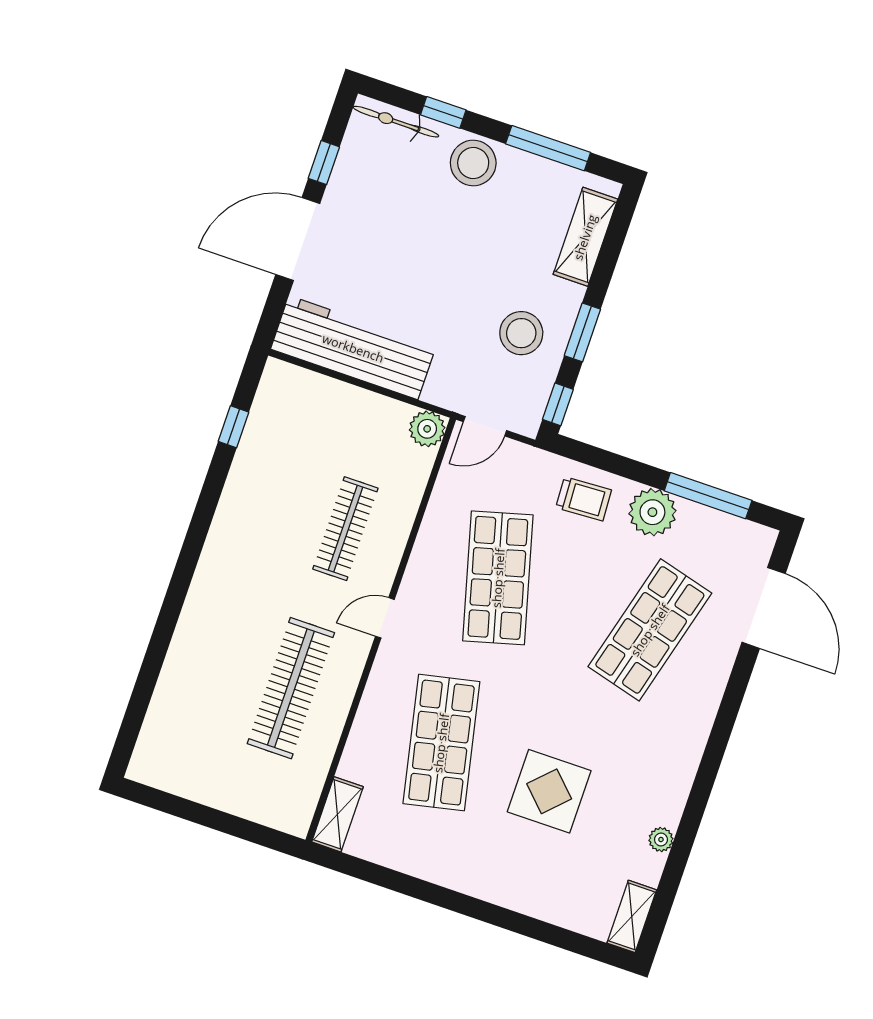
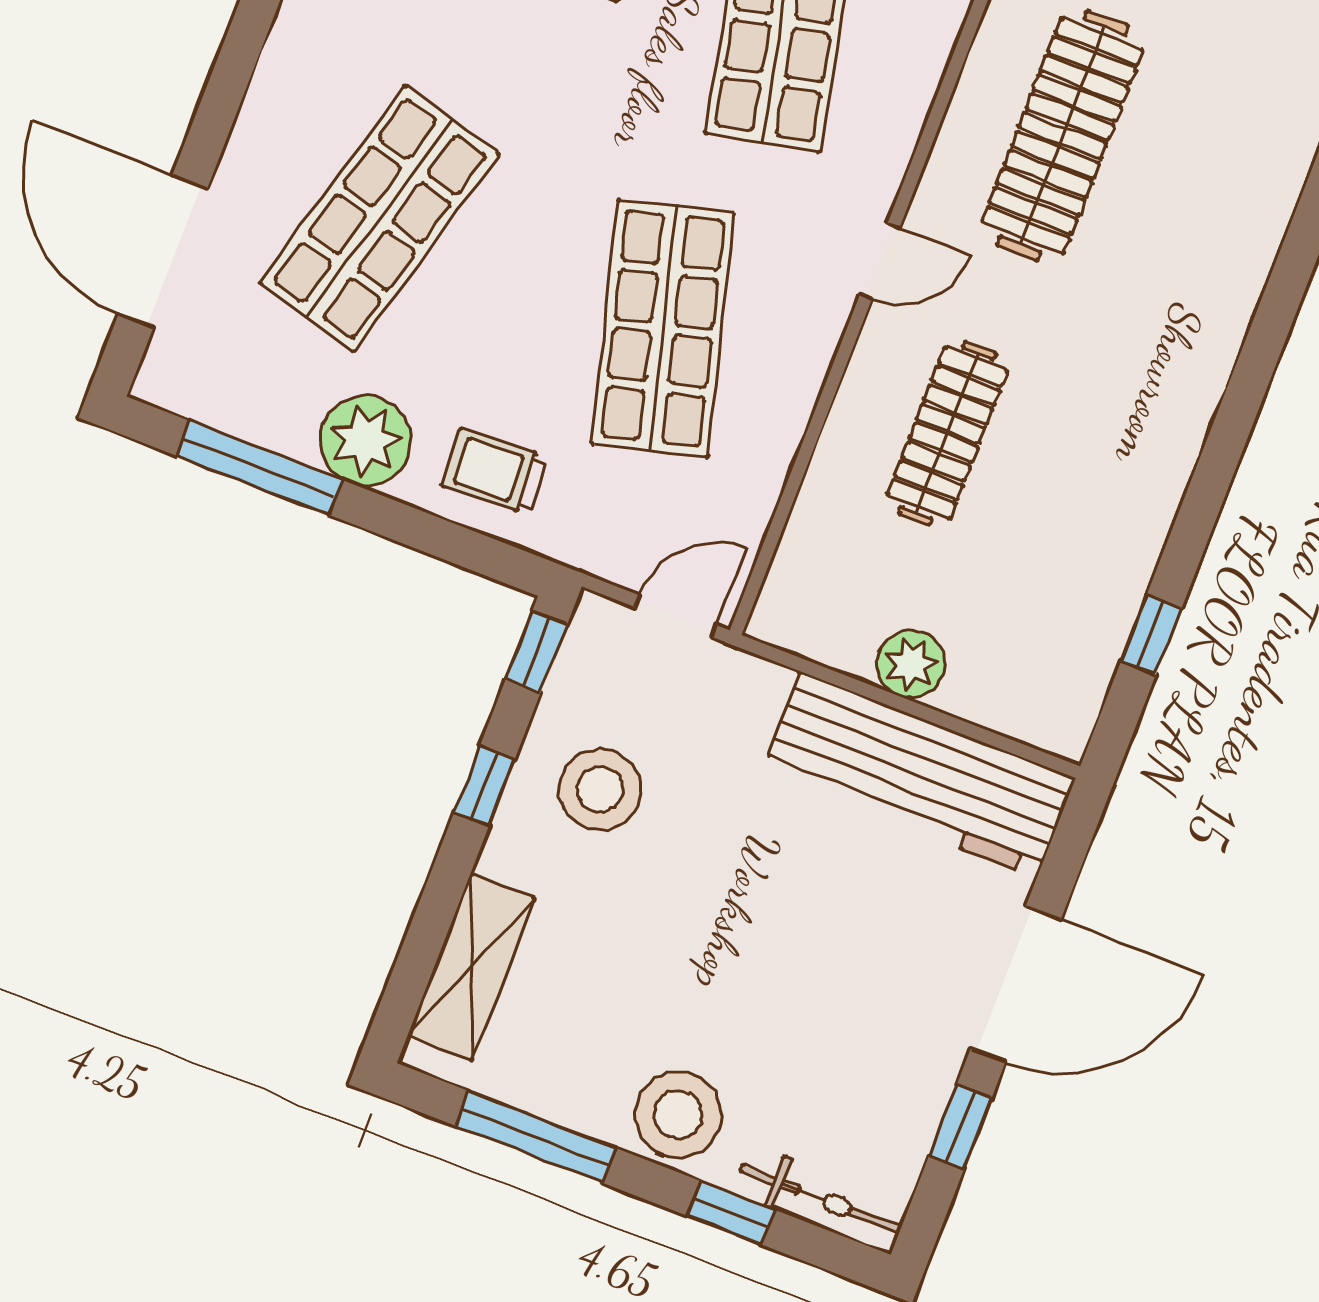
window: (582, 332) -> (484, 786), width x0.67
plant: (427, 429) -> (911, 664), moved

